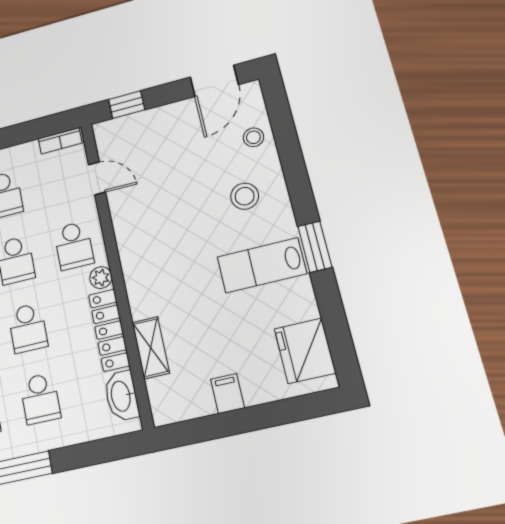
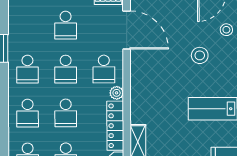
door: (97, 178) -> (127, 30), width x1.87
stool: (245, 196) -> (200, 55), moved

